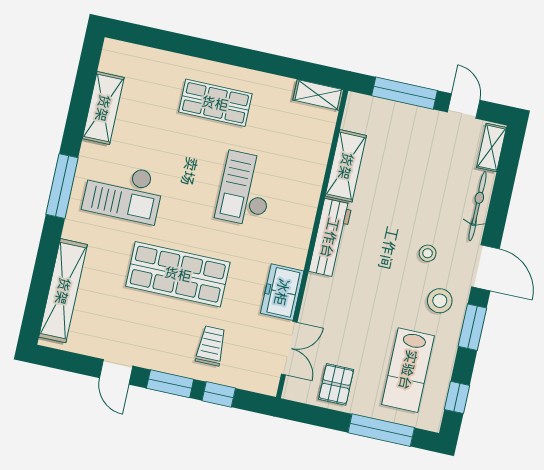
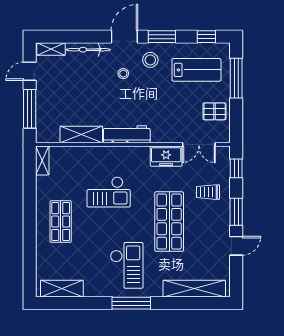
shelving: (103, 108) -> (62, 289), moved
double door: (289, 348) -> (199, 144), swing flipped
window: (219, 394) -> (236, 168), moved

